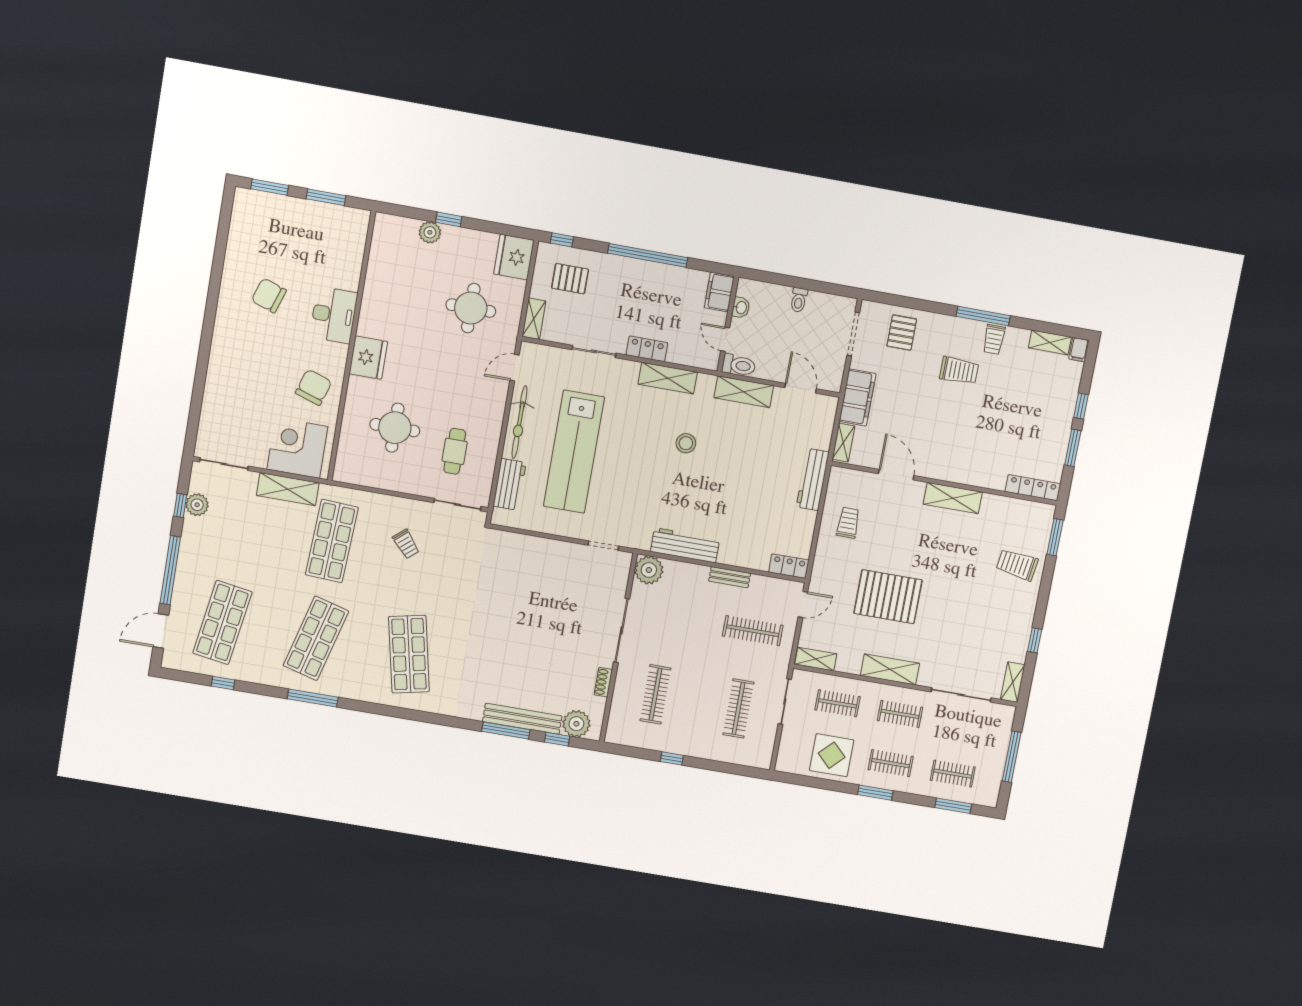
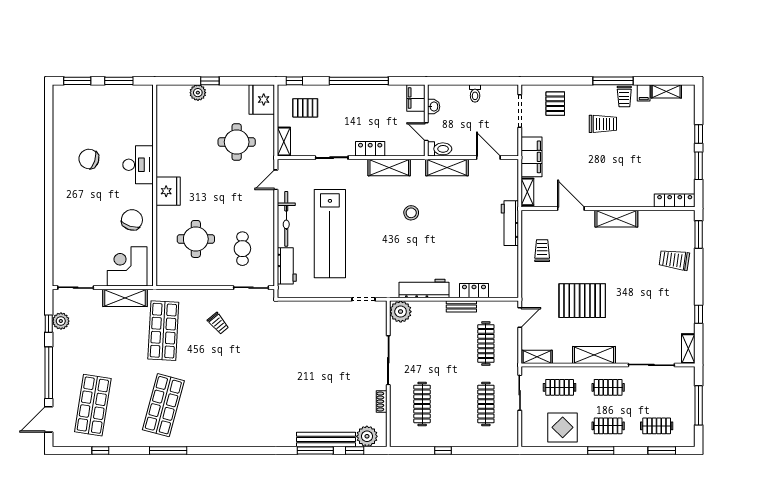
filing cabinet: (1079, 350) -> (644, 93), moved
locker: (789, 566) -> (474, 291), moved
clothes rail: (753, 631) -> (486, 344), turned 90
shop shelf: (409, 654) -> (234, 405), removed

